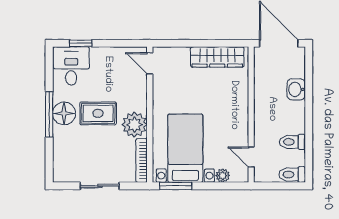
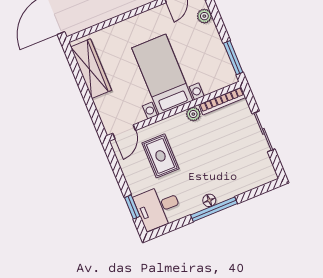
floor lamp: (64, 113) -> (209, 200), width x0.53, depth x0.53
rug: (98, 113) -> (161, 156), moved
plant: (135, 125) -> (193, 114), width x0.53, depth x0.53
bed with nightstands: (185, 148) -> (162, 74), moved, turned 90

